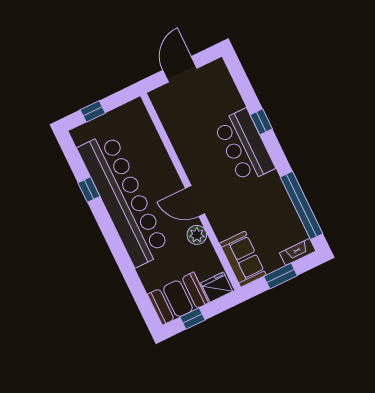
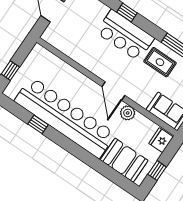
rug: (266, 199) -> (160, 62), added
door: (195, 201) -> (113, 91), hinge flipped
booth: (178, 299) -> (124, 160), moved, turned 90

